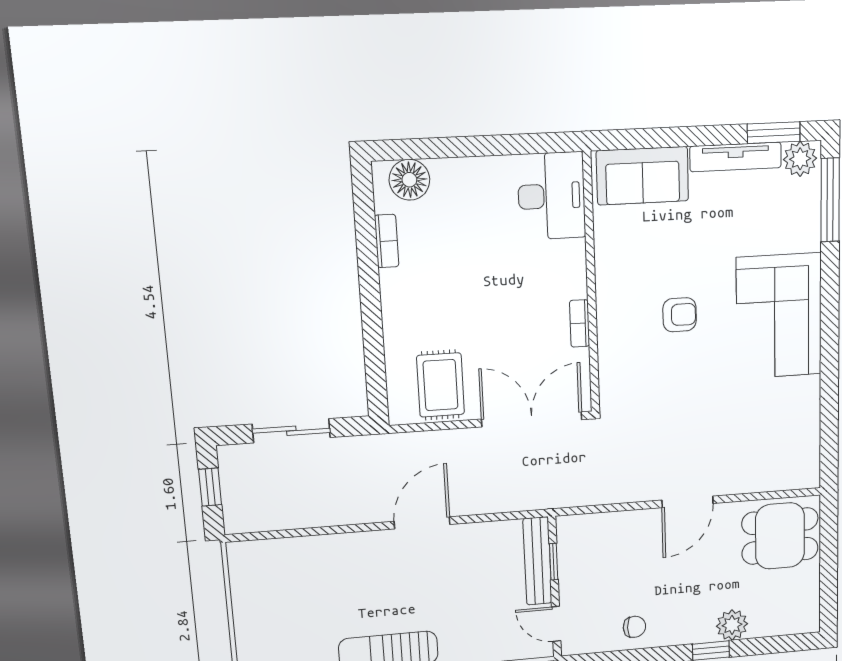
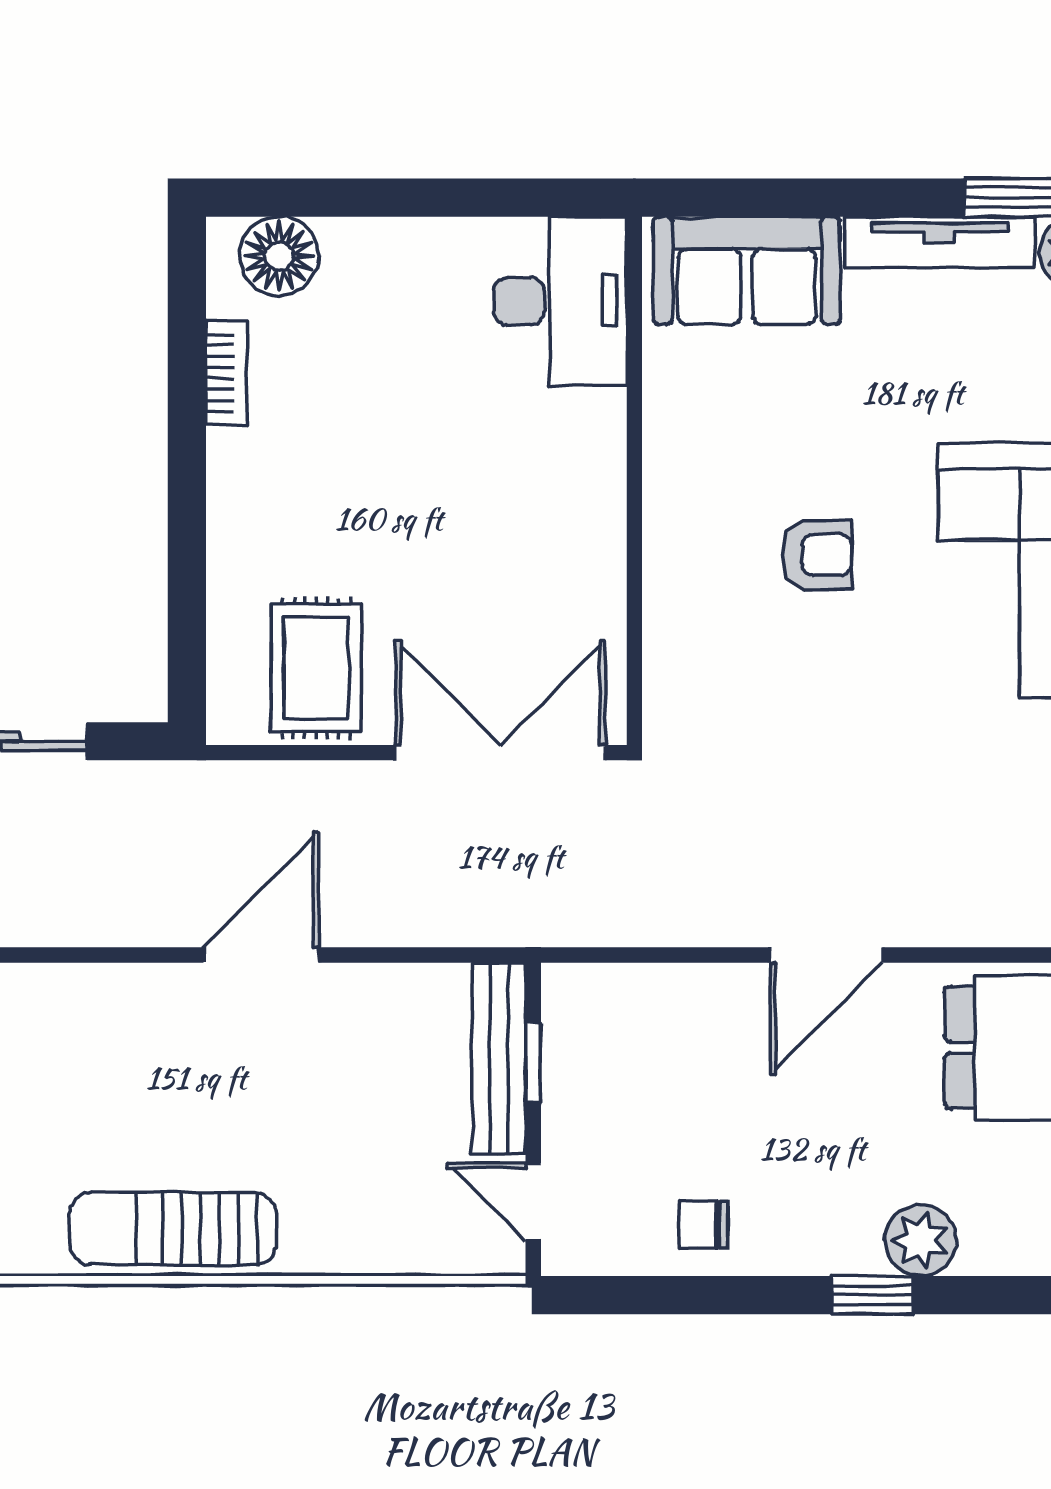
bookcase: (580, 323) -> (608, 560), removed
chair: (634, 627) -> (704, 1225), turned 180

